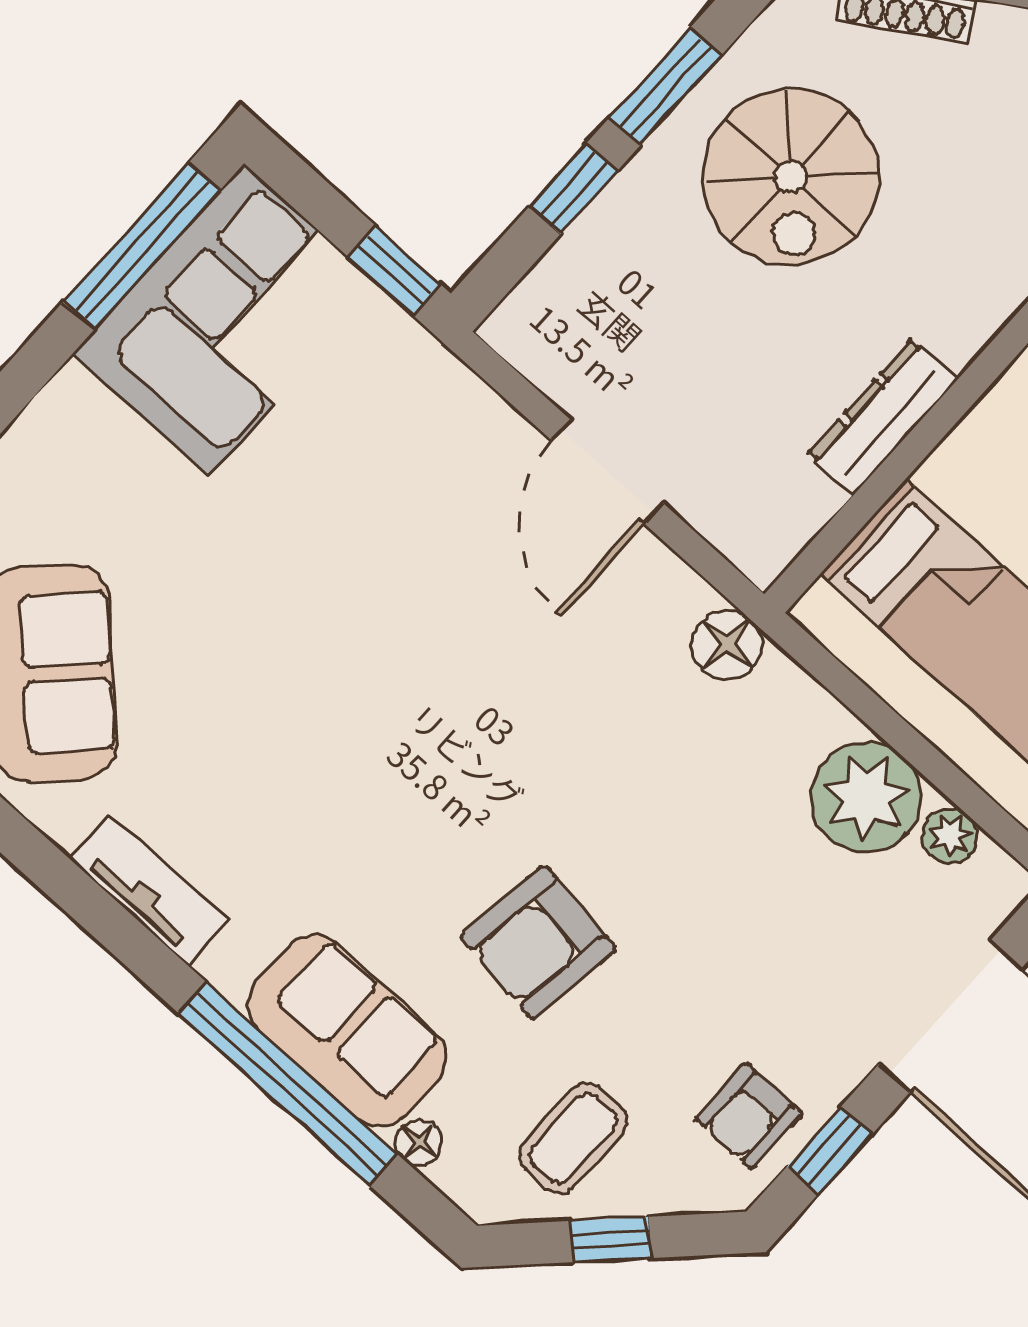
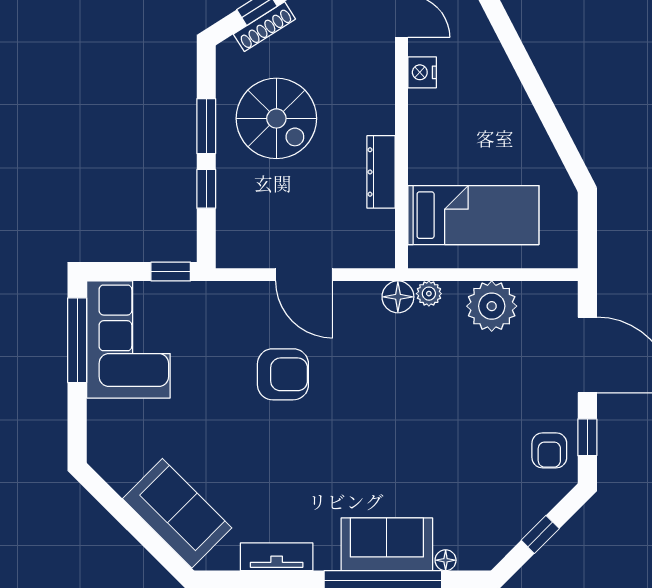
plant: (950, 836) -> (429, 294), moved
armchair: (538, 943) -> (283, 374), moved, turned -98
coffee table: (573, 1138) -> (497, 511), removed

